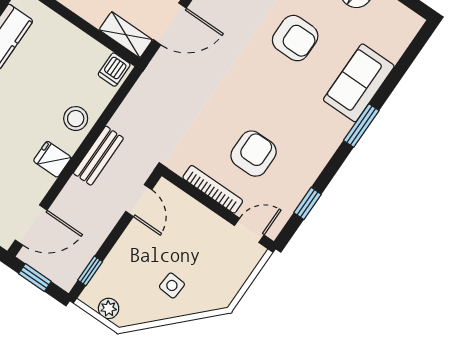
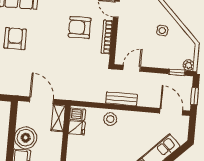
fridge: (52, 159) -> (77, 128), moved, turned -90
plant: (109, 308) -> (189, 65), moved

